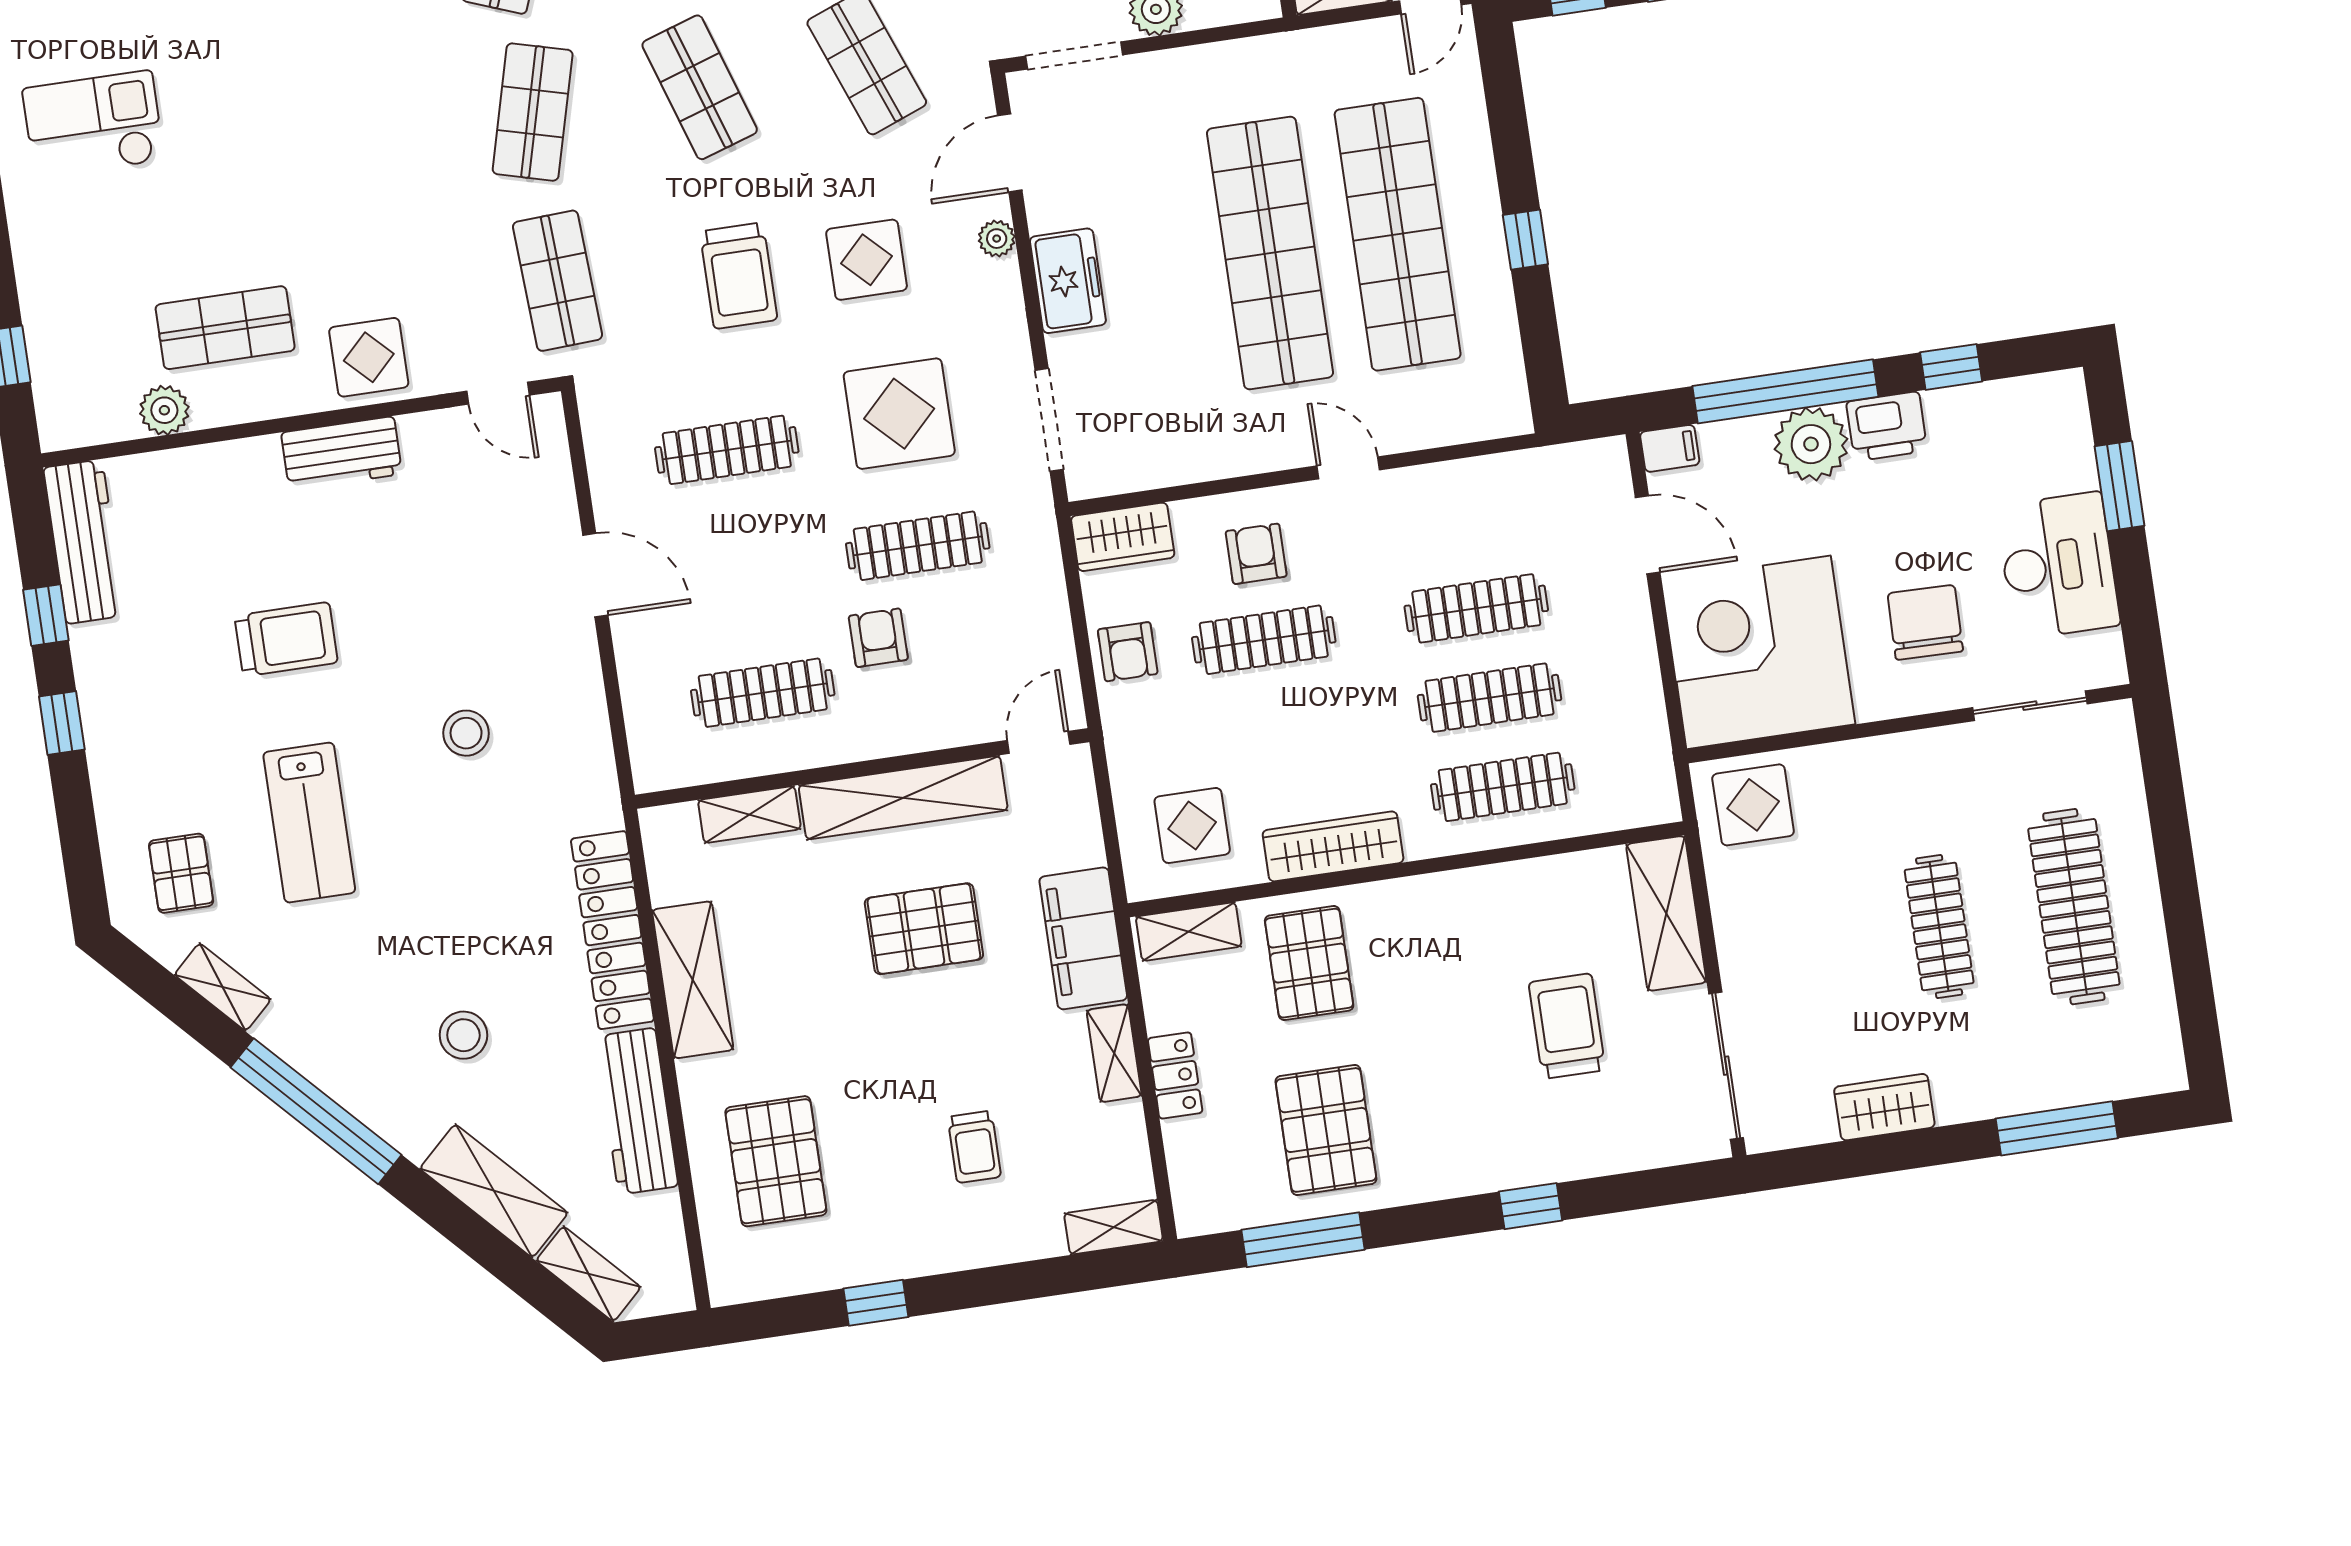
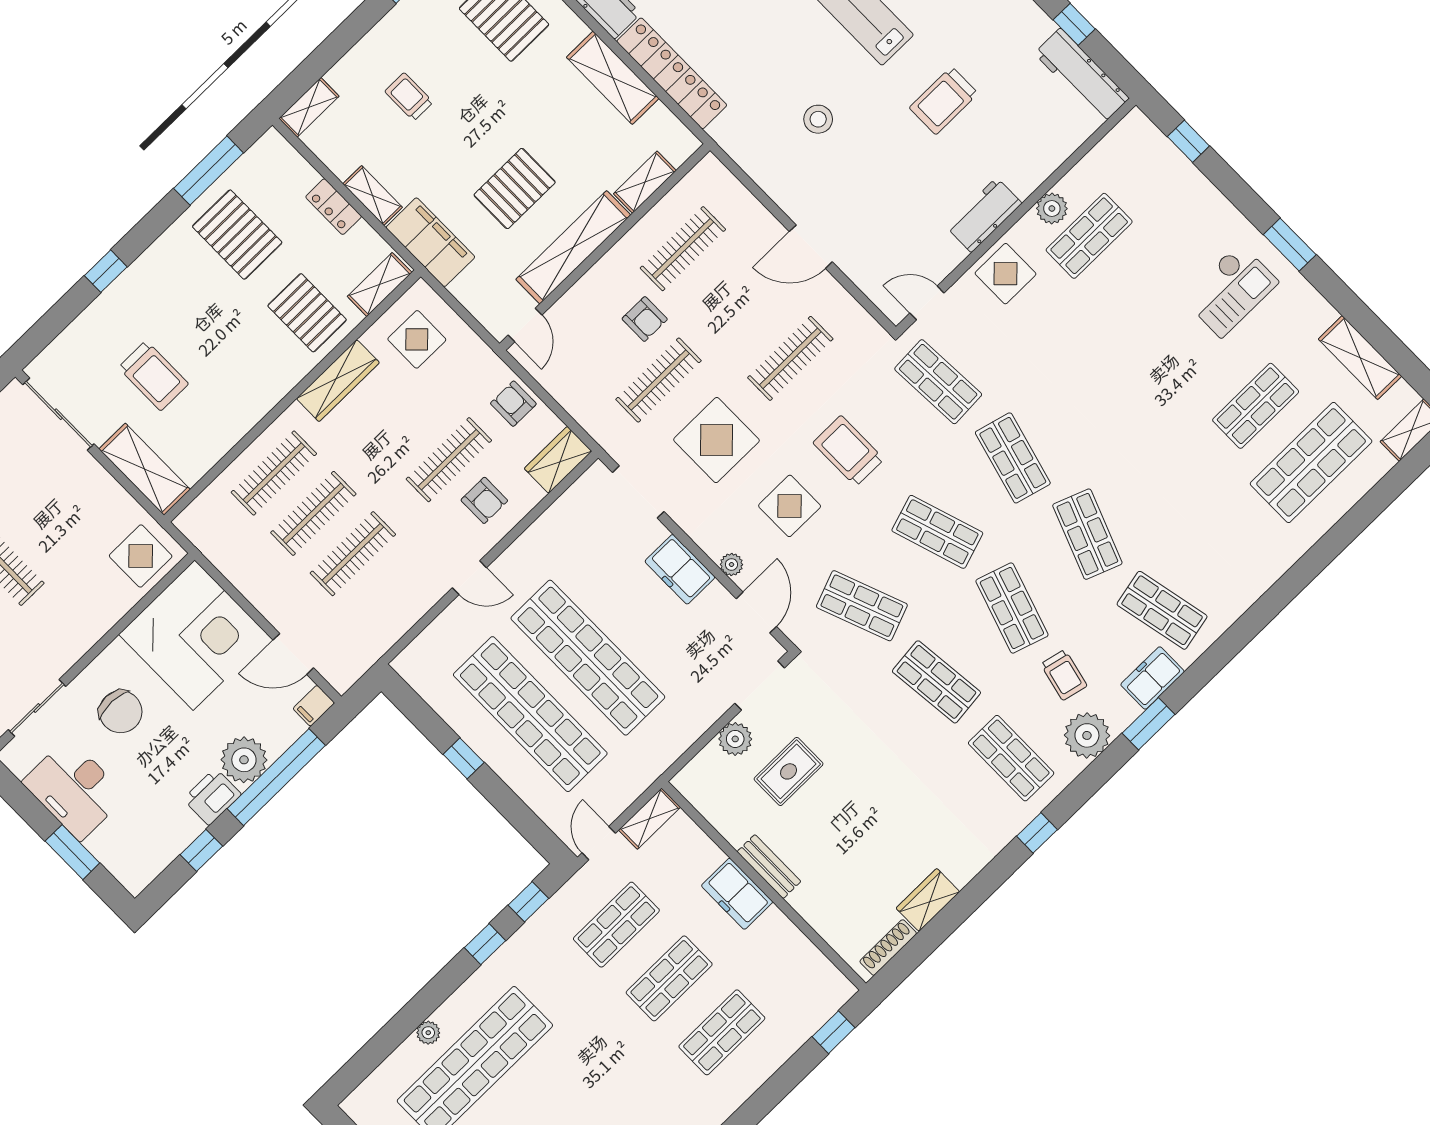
plant: (164, 410) -> (1052, 209), moved

